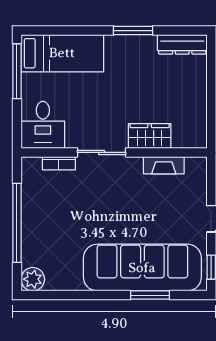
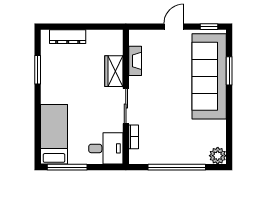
window: (133, 31) -> (38, 70), moved
dresser: (182, 44) -> (68, 37), moved, turned 90

